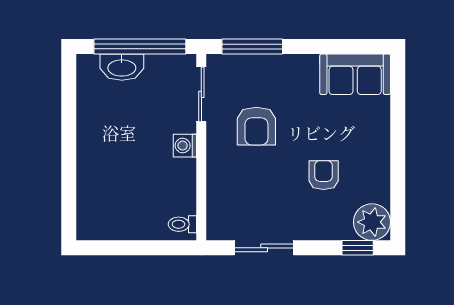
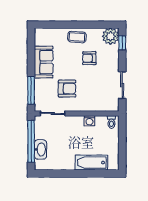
sofa: (355, 74) -> (44, 62), moved
washing machine: (185, 146) -> (89, 121), moved
coffee table: (370, 148) -> (77, 37), added
bathtub: (93, 180) -> (91, 163), added

